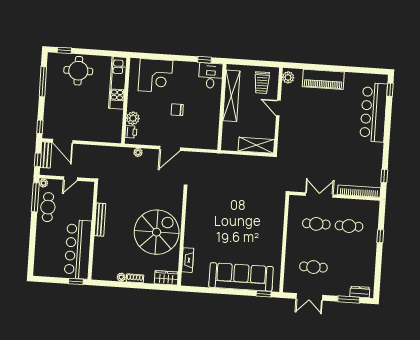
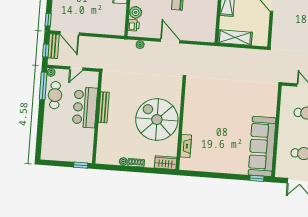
shelving: (256, 145) -> (235, 38), moved
door: (170, 148) -> (170, 41), swing flipped
spiral stairs: (157, 232) -> (157, 120), turned -90
bar counter: (78, 249) -> (85, 107), moved, width x0.73
sofa: (241, 277) -> (262, 146), moved, turned -90

